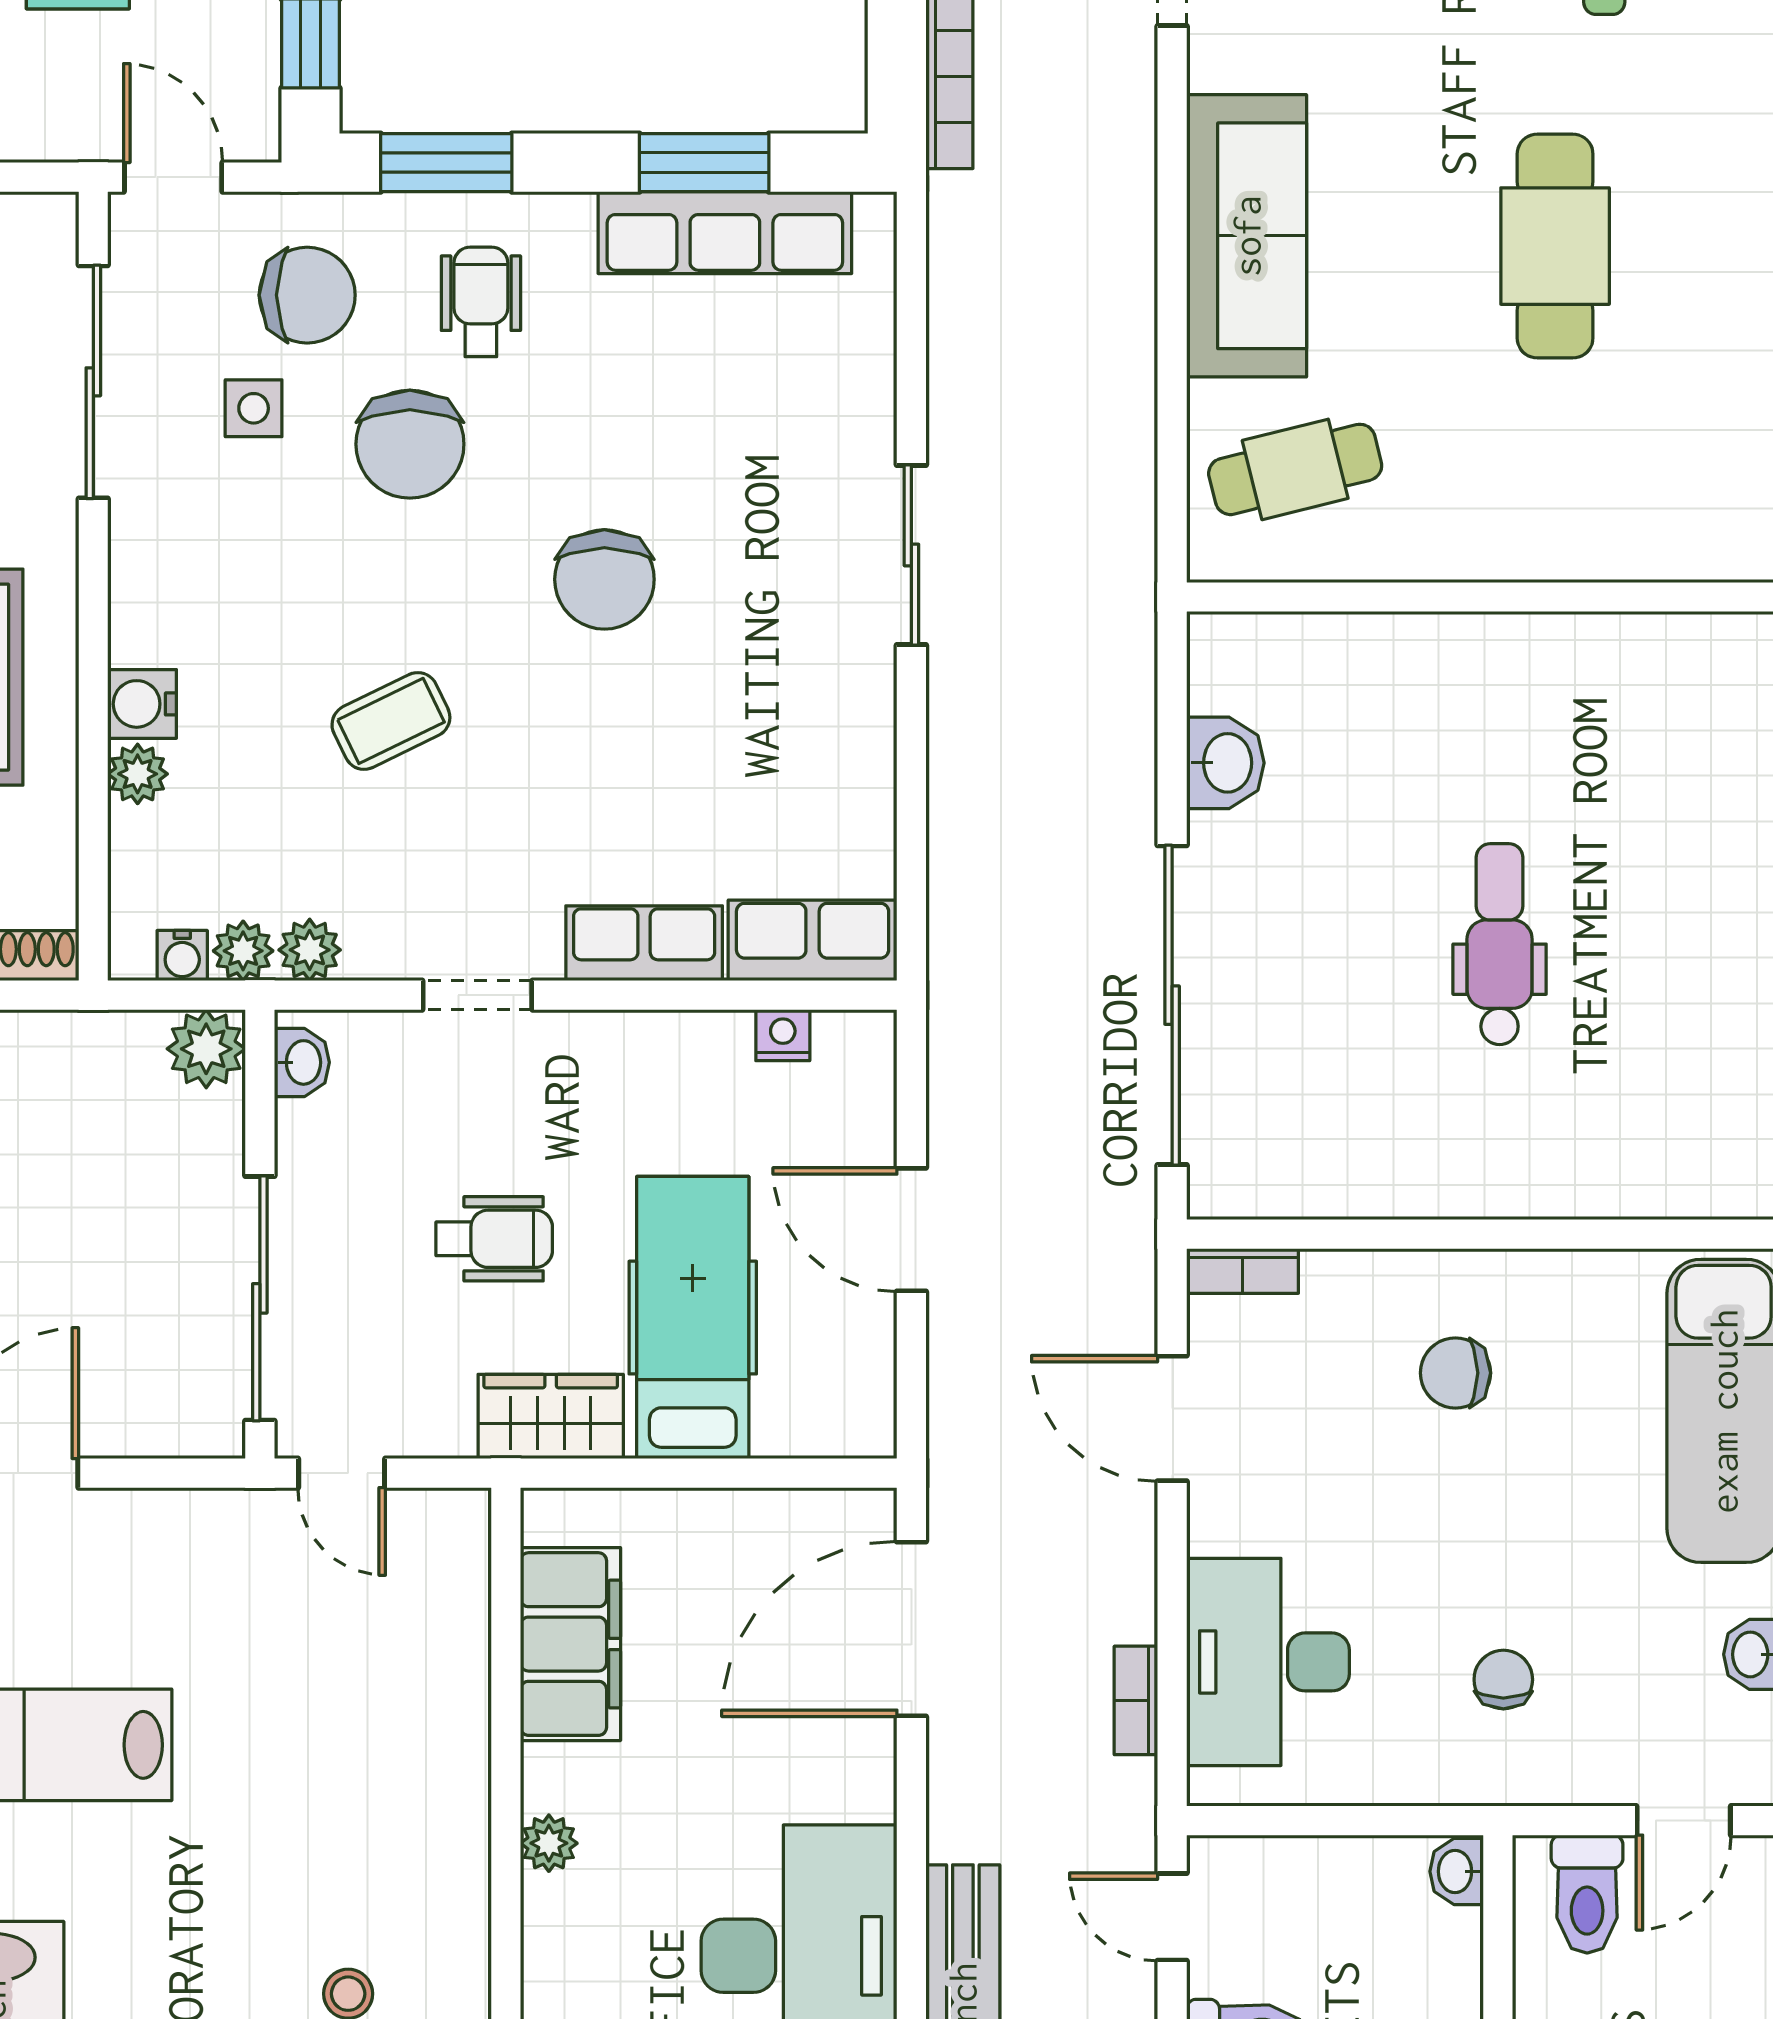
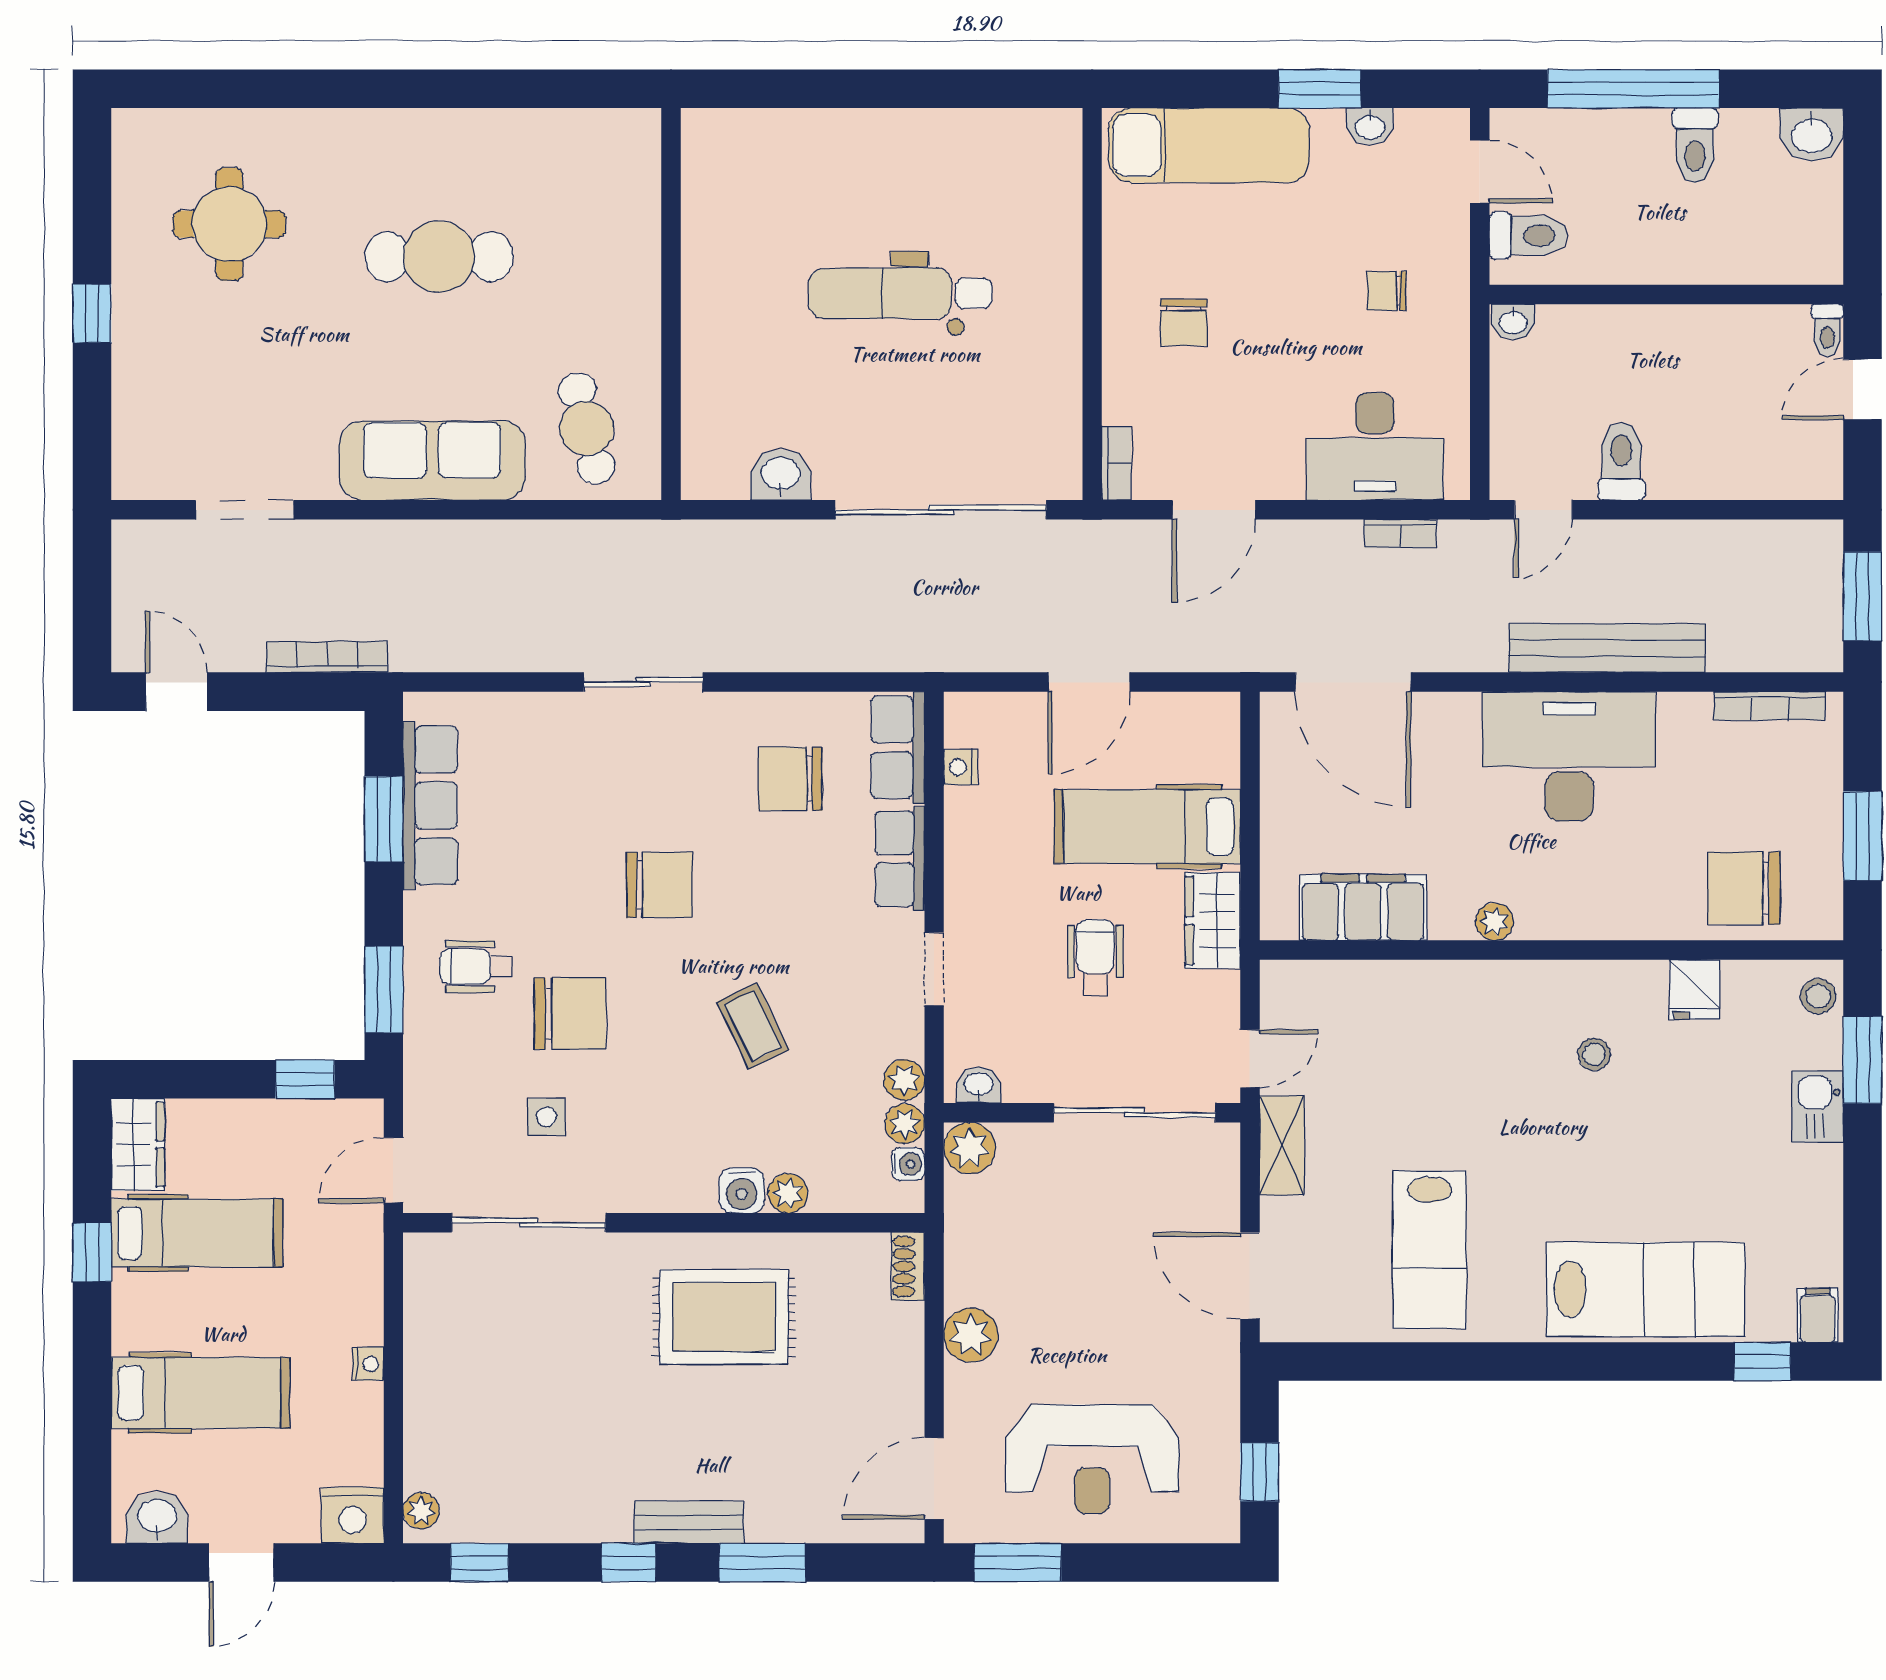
chair: (307, 295) -> (790, 779), moved, turned -90
dental chair: (1500, 944) -> (900, 293), width x1.36, depth x1.38
shelving: (211, 1521) -> (1282, 1145), added

